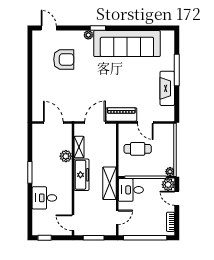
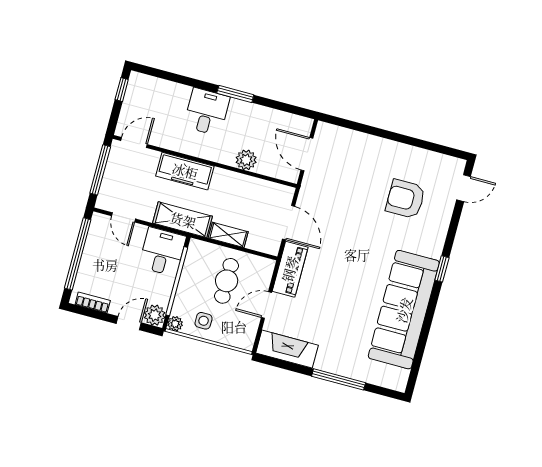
plant: (88, 35) -> (435, 250), removed
armchair: (64, 59) -> (405, 199), turned 90
fireplace: (167, 88) -> (287, 349), moved
door: (53, 122) -> (307, 154), swing flipped
shelving: (79, 147) -> (228, 235), moved
side table: (164, 156) -> (204, 321), added
freezer: (82, 175) -> (185, 171), moved
desk: (44, 198) -> (207, 112), moved
window: (94, 238) -> (100, 170), width x1.44

